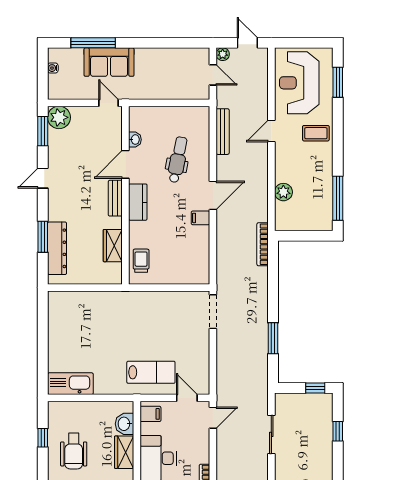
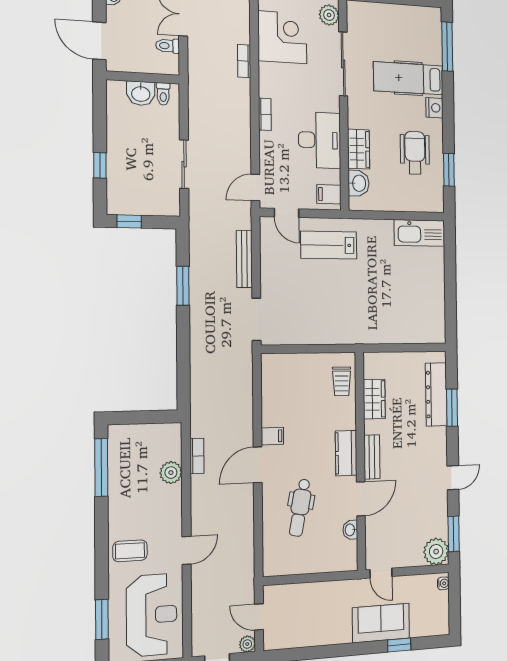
window: (93, 43) -> (399, 645), width x0.46
water cooler: (53, 68) -> (443, 583), moved
bench: (223, 132) -> (244, 259), moved
bookcase: (263, 244) -> (197, 456), moved, width x0.64
window: (43, 438) -> (449, 170), width x1.50

